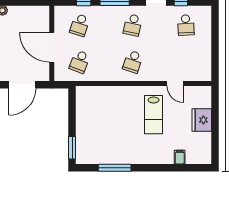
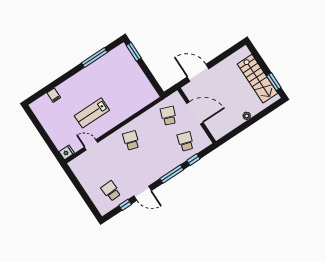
school desk: (133, 25) -> (148, 166), removed
door: (22, 85) -> (198, 73), hinge flipped
lab bench: (154, 115) -> (92, 113), turned -90
fridge: (202, 120) -> (67, 152), moved, width x0.53, depth x0.75

